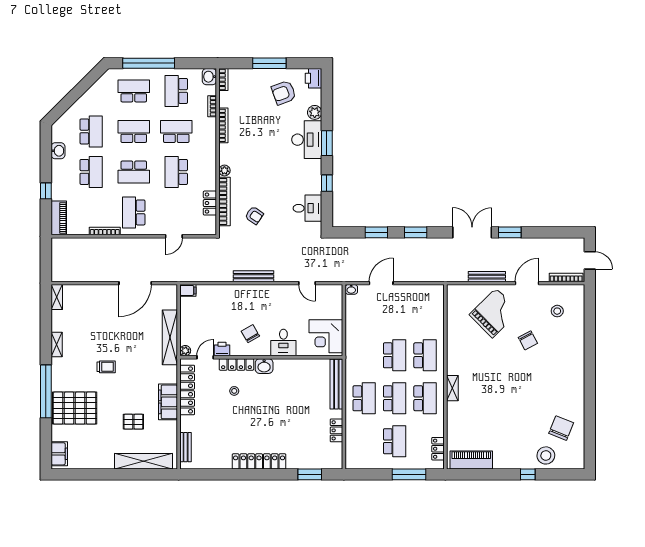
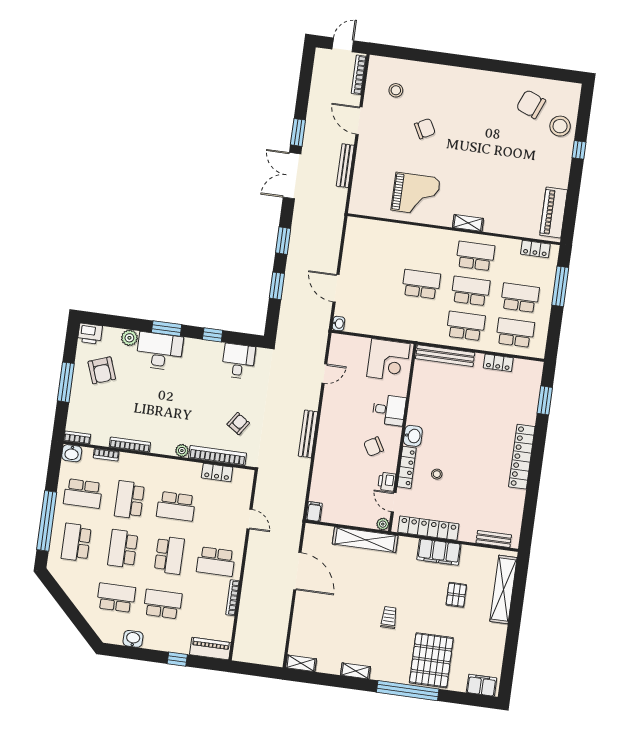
grand piano: (494, 313) -> (416, 194), moved, turned 135
school desk: (425, 355) -> (515, 333), moved

